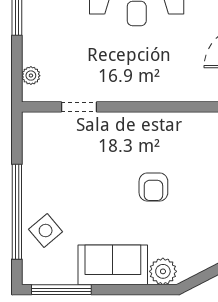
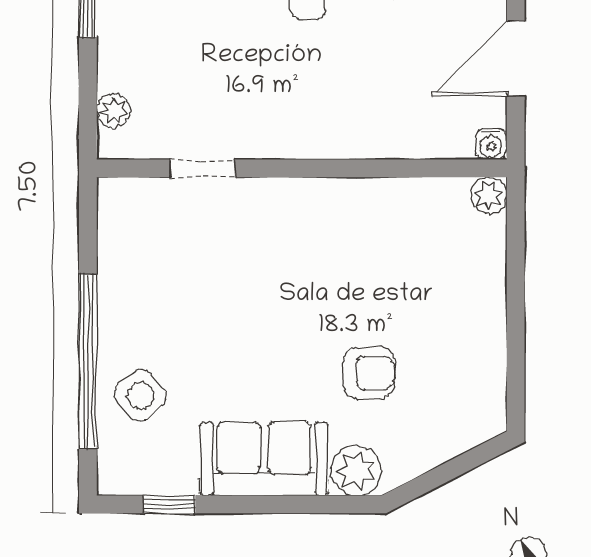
armchair: (153, 187) -> (369, 373), moved, turned -90
window: (61, 290) -> (170, 504), width x0.46

